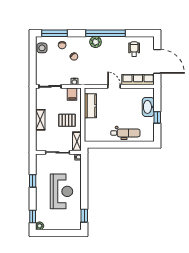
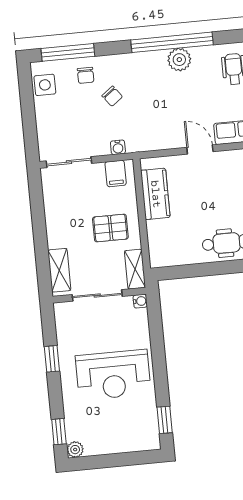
plant: (96, 42) -> (179, 60), moved
shelving: (40, 120) -> (59, 270), moved
reception desk: (62, 191) -> (113, 375), turned 90

